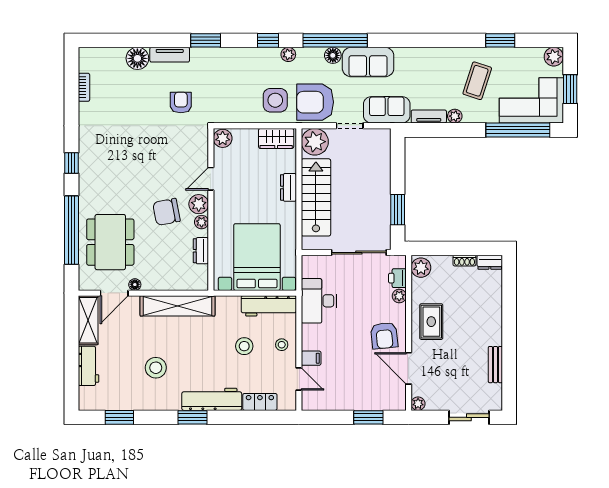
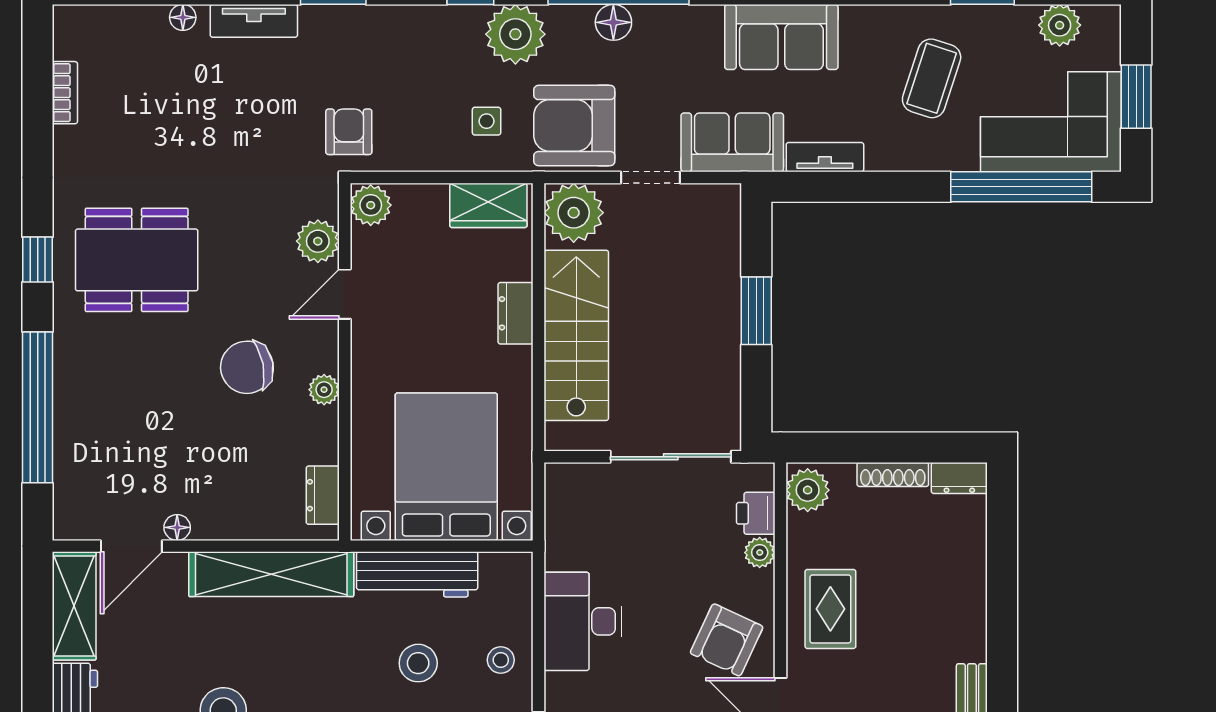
plant: (288, 54) -> (515, 34), width x1.87, depth x1.87
plant: (554, 57) -> (1060, 25), moved
floor lamp: (137, 58) -> (183, 17), width x0.53, depth x0.53
sofa: (368, 62) -> (781, 37), moved
side table: (275, 100) -> (487, 121), width x0.54, depth x0.54
armchair: (181, 103) -> (349, 132), moved
plant: (455, 116) -> (882, 156), removed
plant: (199, 204) -> (318, 241), moved
window: (398, 210) -> (756, 311), moved
dining table: (110, 242) -> (137, 260), moved, turned 90
dresser: (201, 251) -> (323, 495), moved
shoe rack: (464, 261) -> (893, 474), width x1.43
desk: (319, 301) -> (583, 621), moved
workbench: (269, 306) -> (417, 574), moved
armchair: (384, 336) -> (727, 640), turned 31
filing cabinet: (311, 358) -> (565, 690), removed

